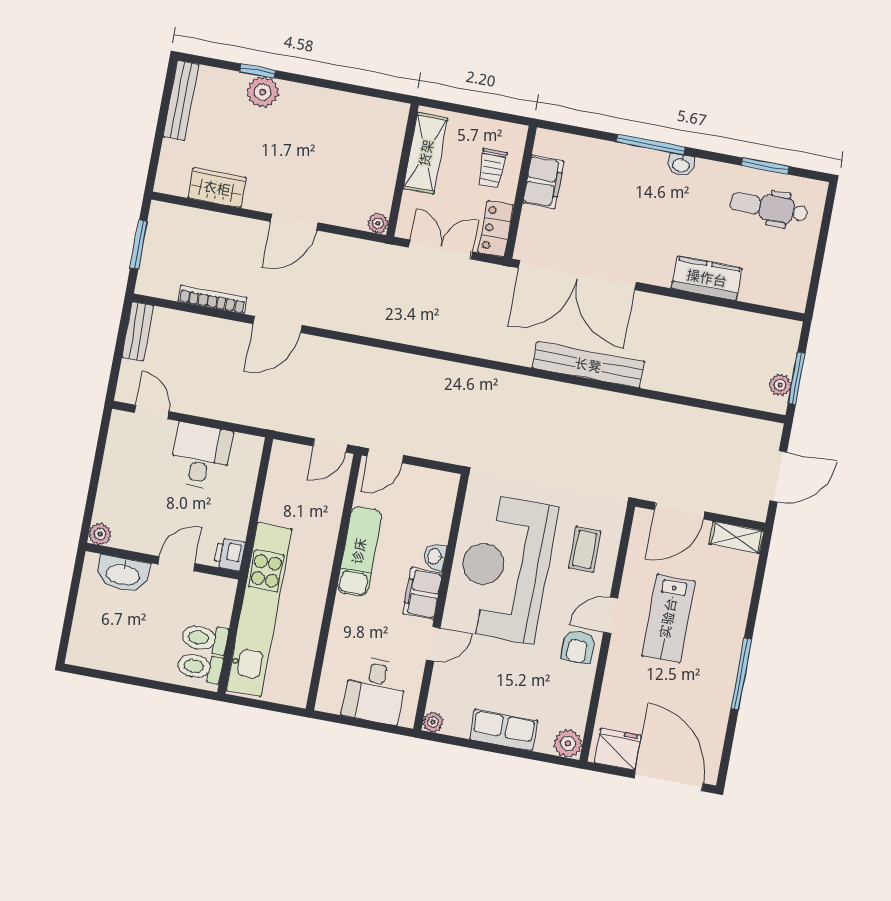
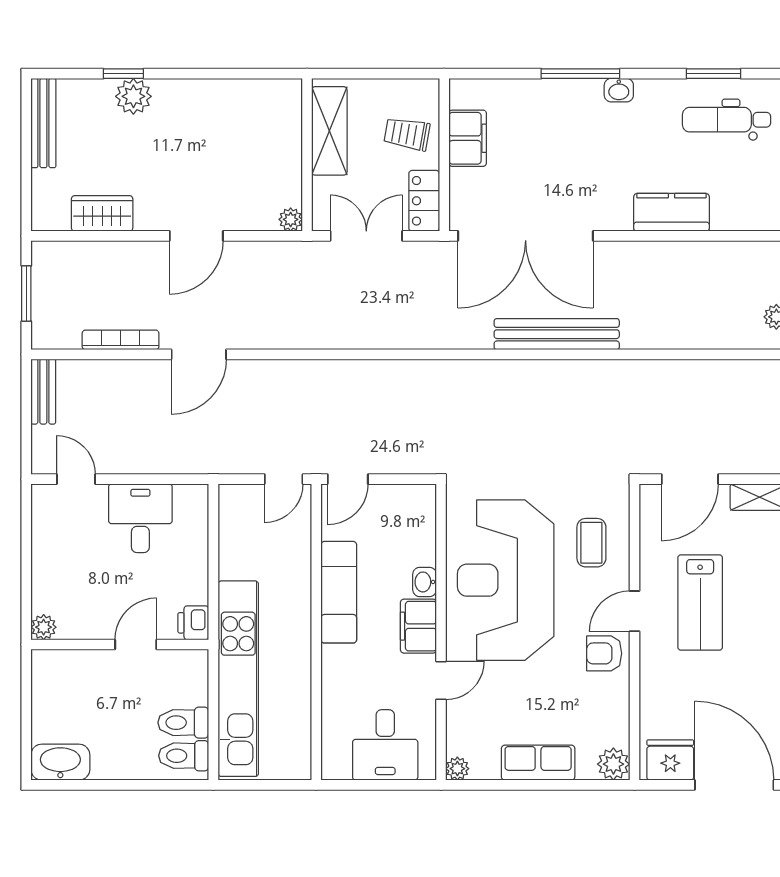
trolley: (492, 168) -> (407, 134), turned 100
washbasin: (123, 574) -> (60, 762), moved, turned 180
armchair: (578, 647) -> (604, 653), turned 90

